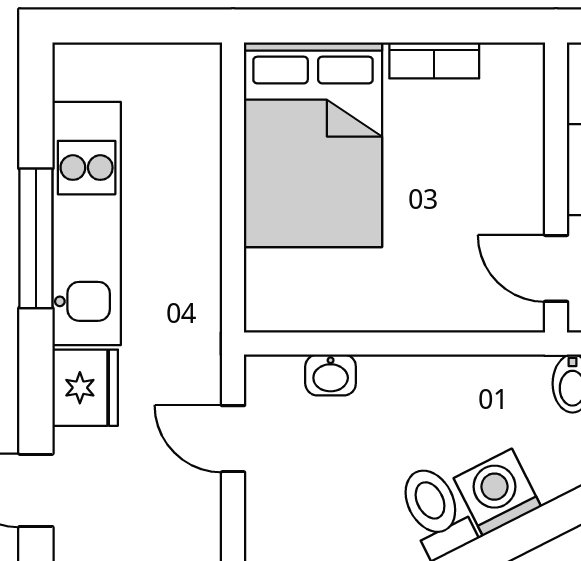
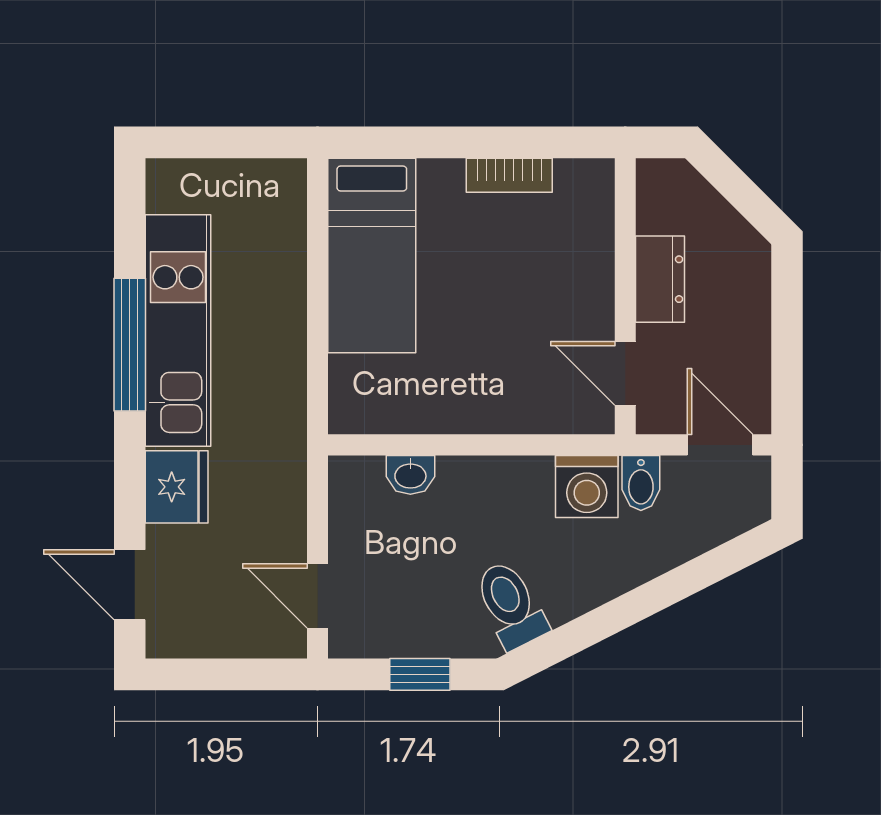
bed: (313, 145) -> (372, 256), width x0.67
door: (233, 439) -> (318, 596), moved
washing machine: (497, 492) -> (587, 486), moved, turned -153

